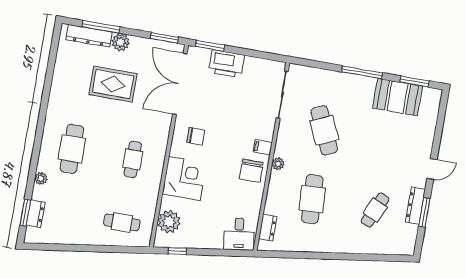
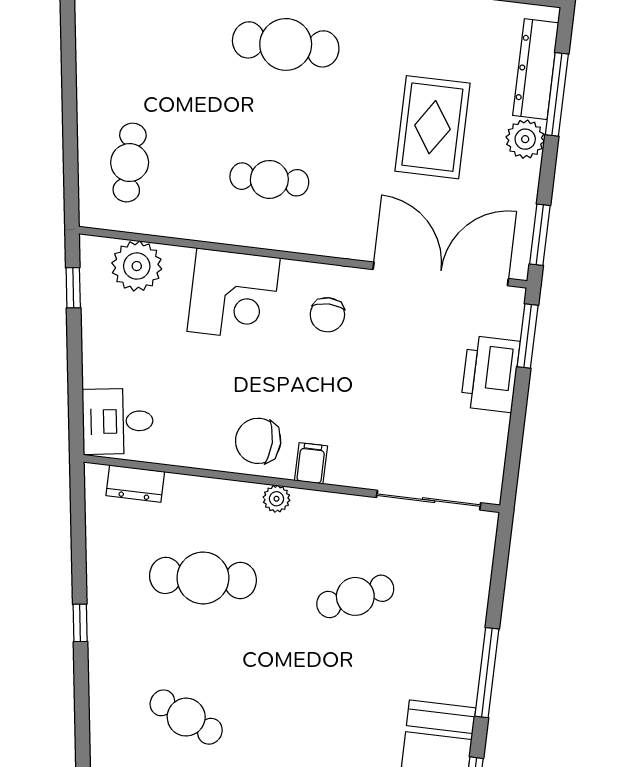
cafe table: (324, 130) -> (355, 596), width x0.73, depth x0.74
window: (330, 256) -> (80, 623), added

